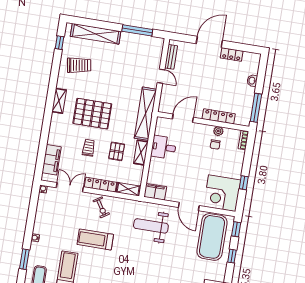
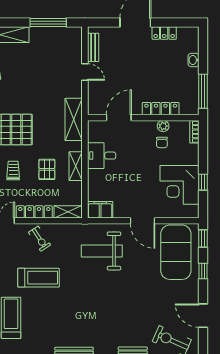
shelving: (145, 114) -> (74, 119), width x0.68
corner desk: (222, 193) -> (180, 185), moved
treadmill: (95, 239) -> (39, 278), turned 180

